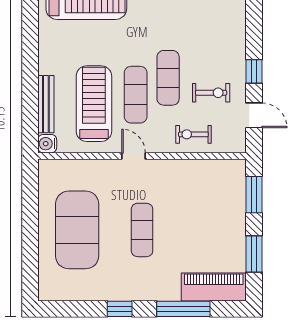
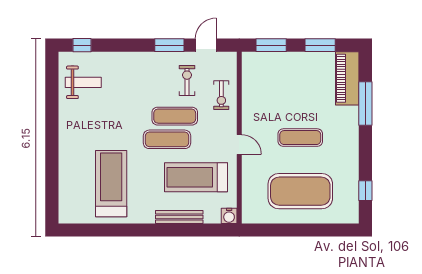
window: (254, 71) -> (169, 45), width x1.50
exercise mat: (136, 95) -> (167, 139), moved
bench: (46, 104) -> (179, 217), moved
door: (134, 156) -> (239, 145), swing flipped
window: (120, 309) -> (365, 191), moved

